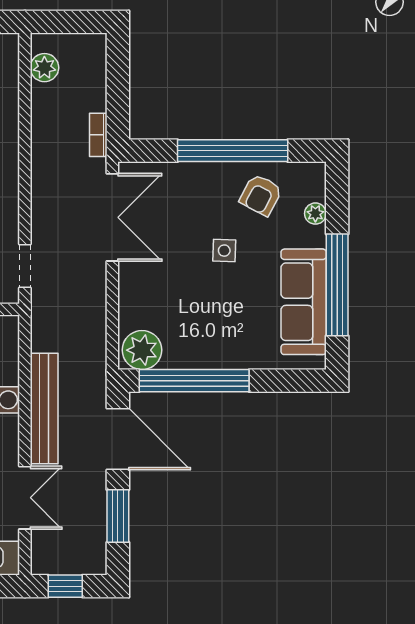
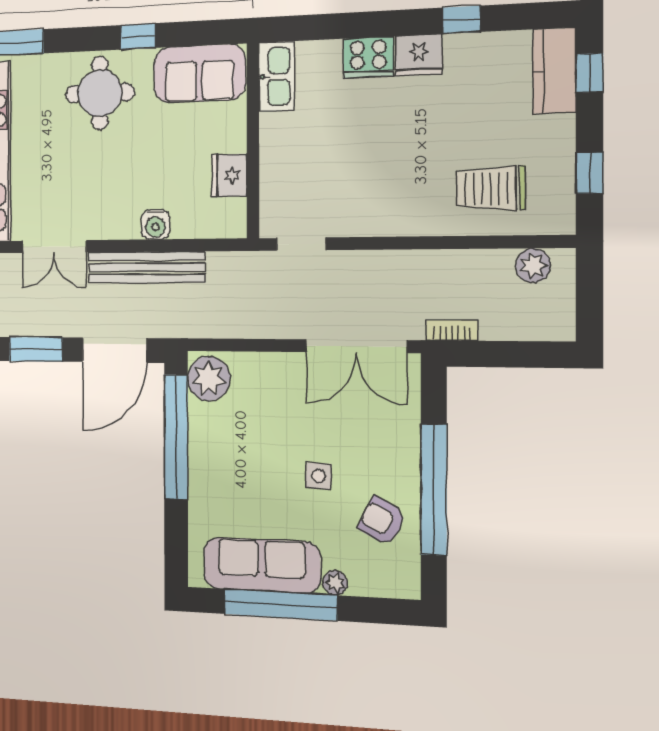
plant: (315, 214) -> (335, 583), moved

